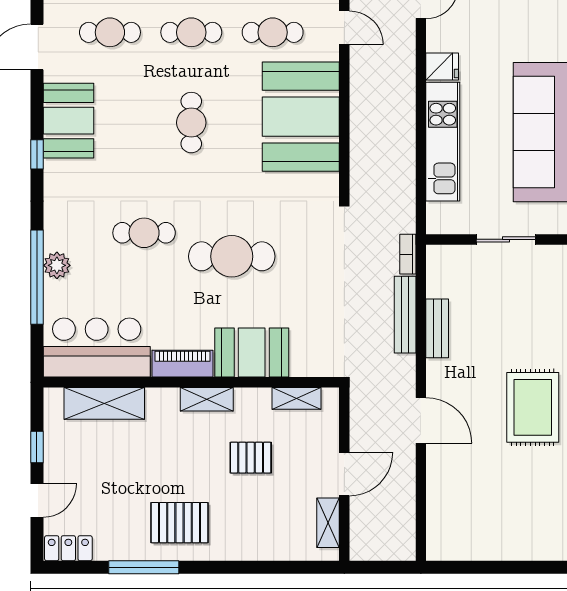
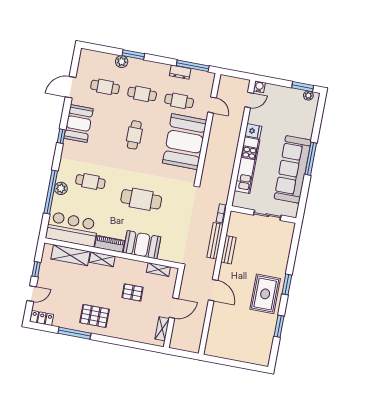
cafe table: (144, 233) -> (90, 182), moved
shelving: (207, 399) -> (102, 259), moved

